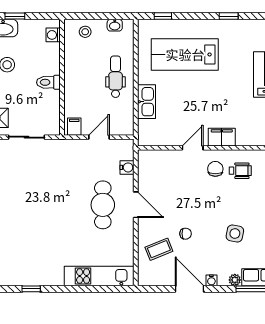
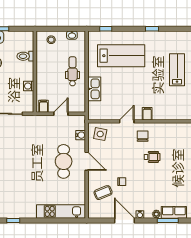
washing machine: (53, 35) -> (29, 86), moved
lab bench: (185, 54) -> (121, 56), turned 180
toilet: (48, 82) -> (25, 56), moved
filing cabinet: (222, 137) -> (147, 114), width x0.50
wheelchair: (240, 171) -> (152, 157), moved
side table: (235, 233) -> (100, 134), moved

